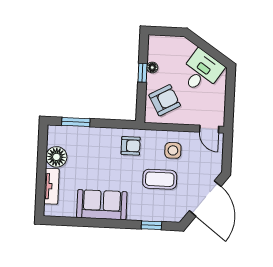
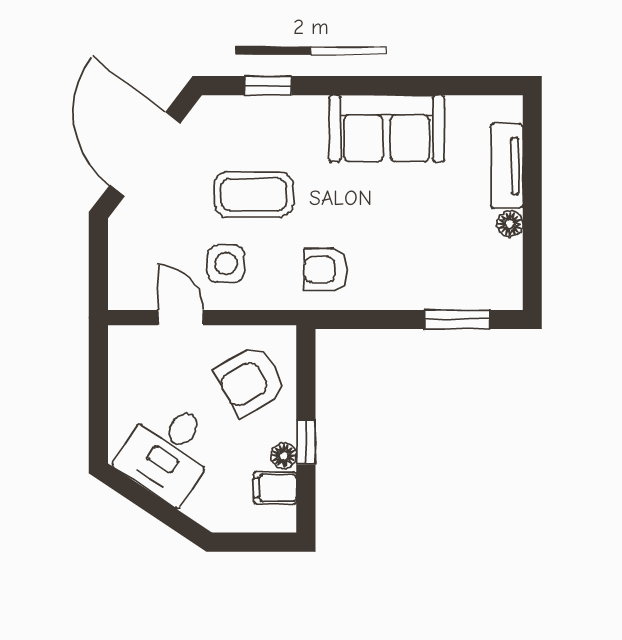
filing cabinet: (157, 54) -> (275, 488), added
door: (209, 129) -> (181, 318), moved
floor lamp: (56, 157) -> (510, 224), width x0.53, depth x0.53

